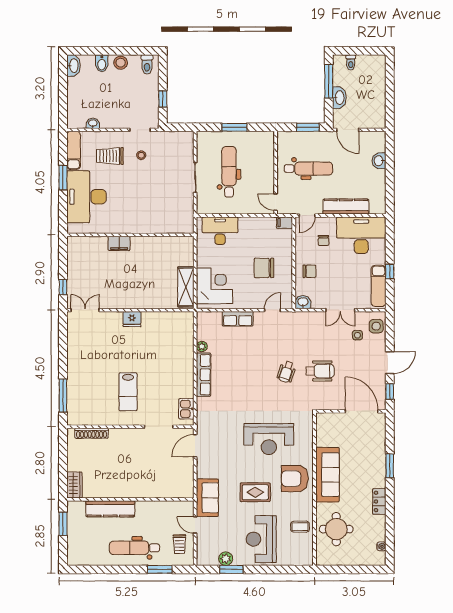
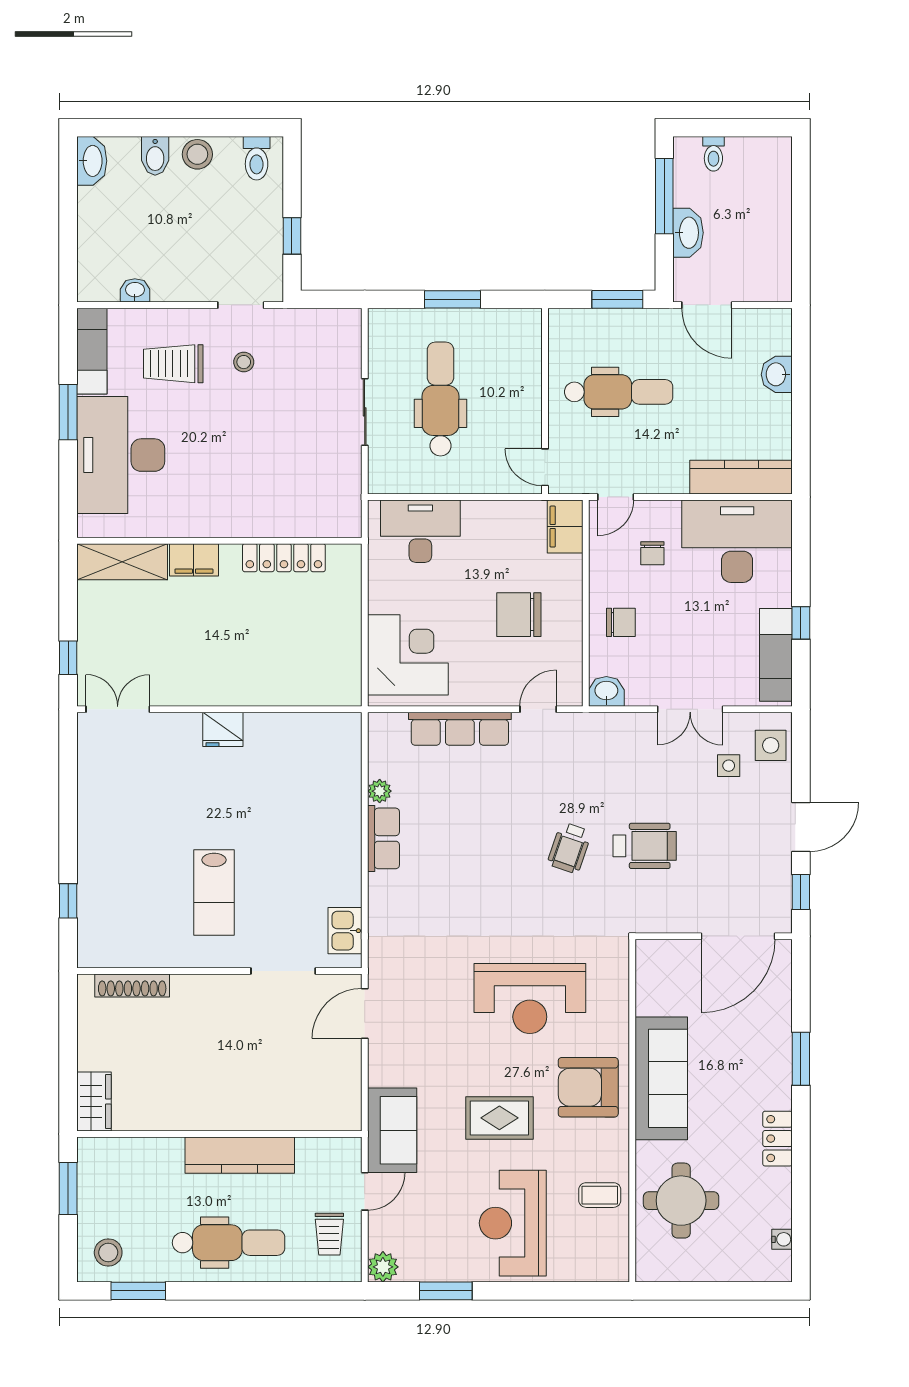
kitchen counter: (346, 207) -> (741, 477), moved
filing cabinet: (285, 223) -> (565, 527), width x2.00
locker: (159, 242) -> (284, 558), added
shelving: (186, 287) -> (122, 562), moved, turned 90
row of seats: (238, 319) -> (460, 729), width x1.48
row of seats: (204, 375) -> (383, 838), width x0.68
window: (63, 396) -> (68, 901), width x0.46
door: (362, 411) -> (738, 936), swing flipped
kitchen counter: (110, 509) -> (240, 1155), moved
door: (195, 525) -> (365, 1191), swing flipped
dental chair: (135, 548) -> (229, 1243), turned 180
stool: (81, 552) -> (108, 1252), added
plant: (226, 559) -> (383, 1267), moved
window: (160, 569) -> (138, 1291), moved

